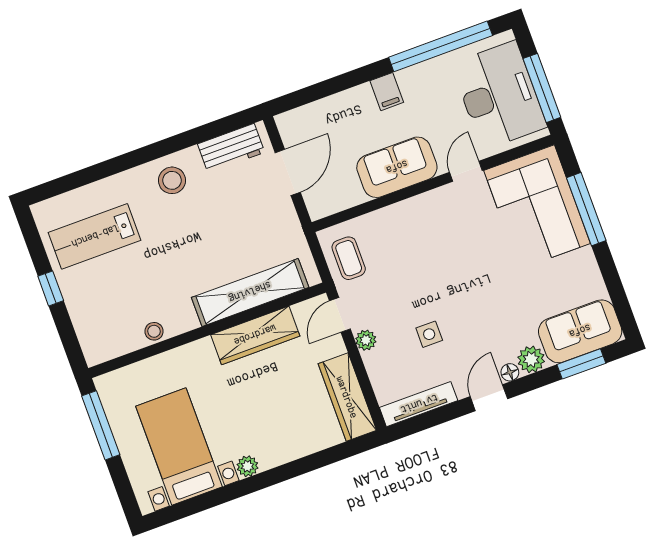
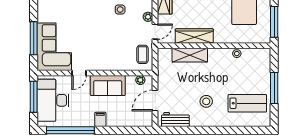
stool: (172, 180) -> (206, 101), moved
plant: (334, 203) -> (140, 80), added
window: (51, 288) -> (274, 88), width x2.17
shelving: (250, 292) -> (190, 55), width x0.68

